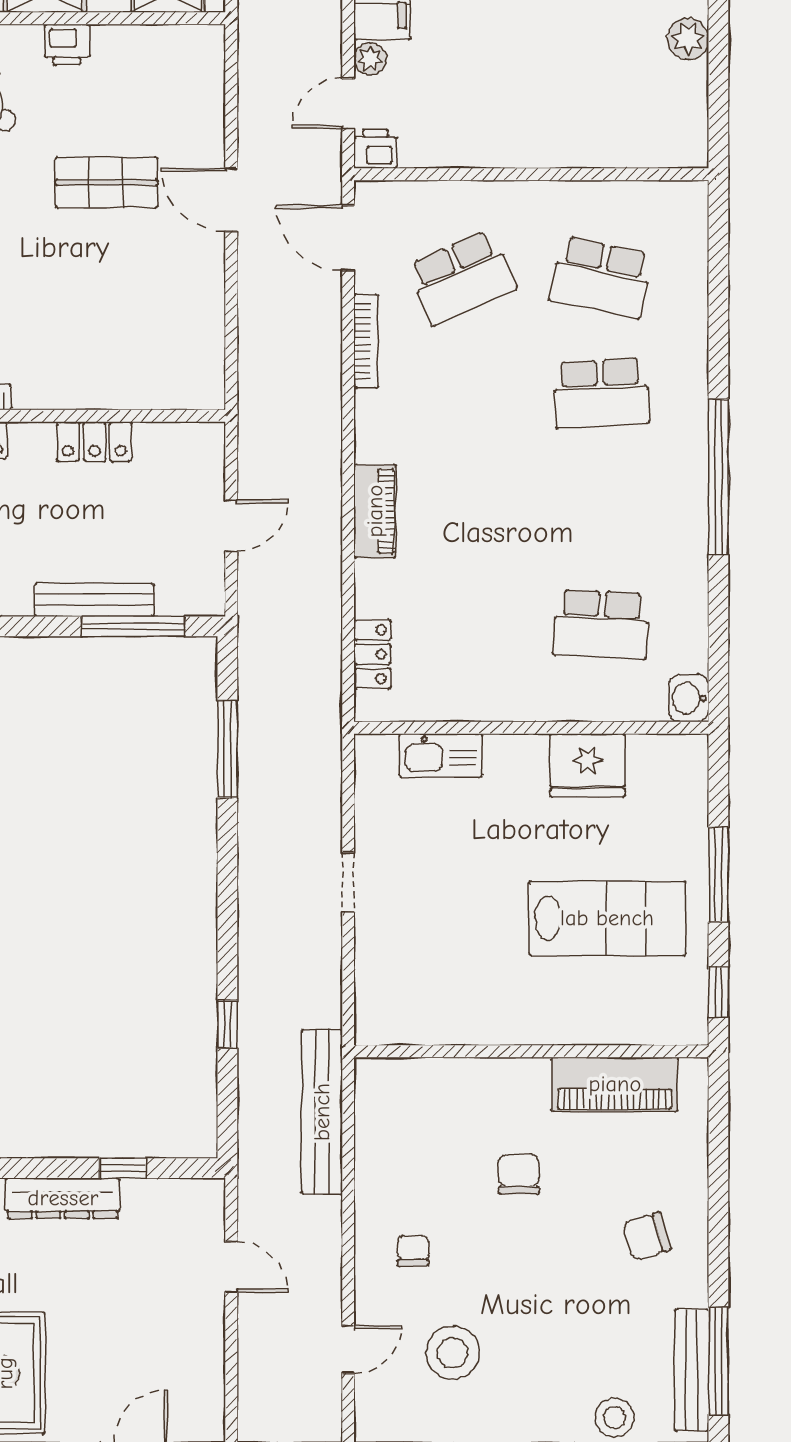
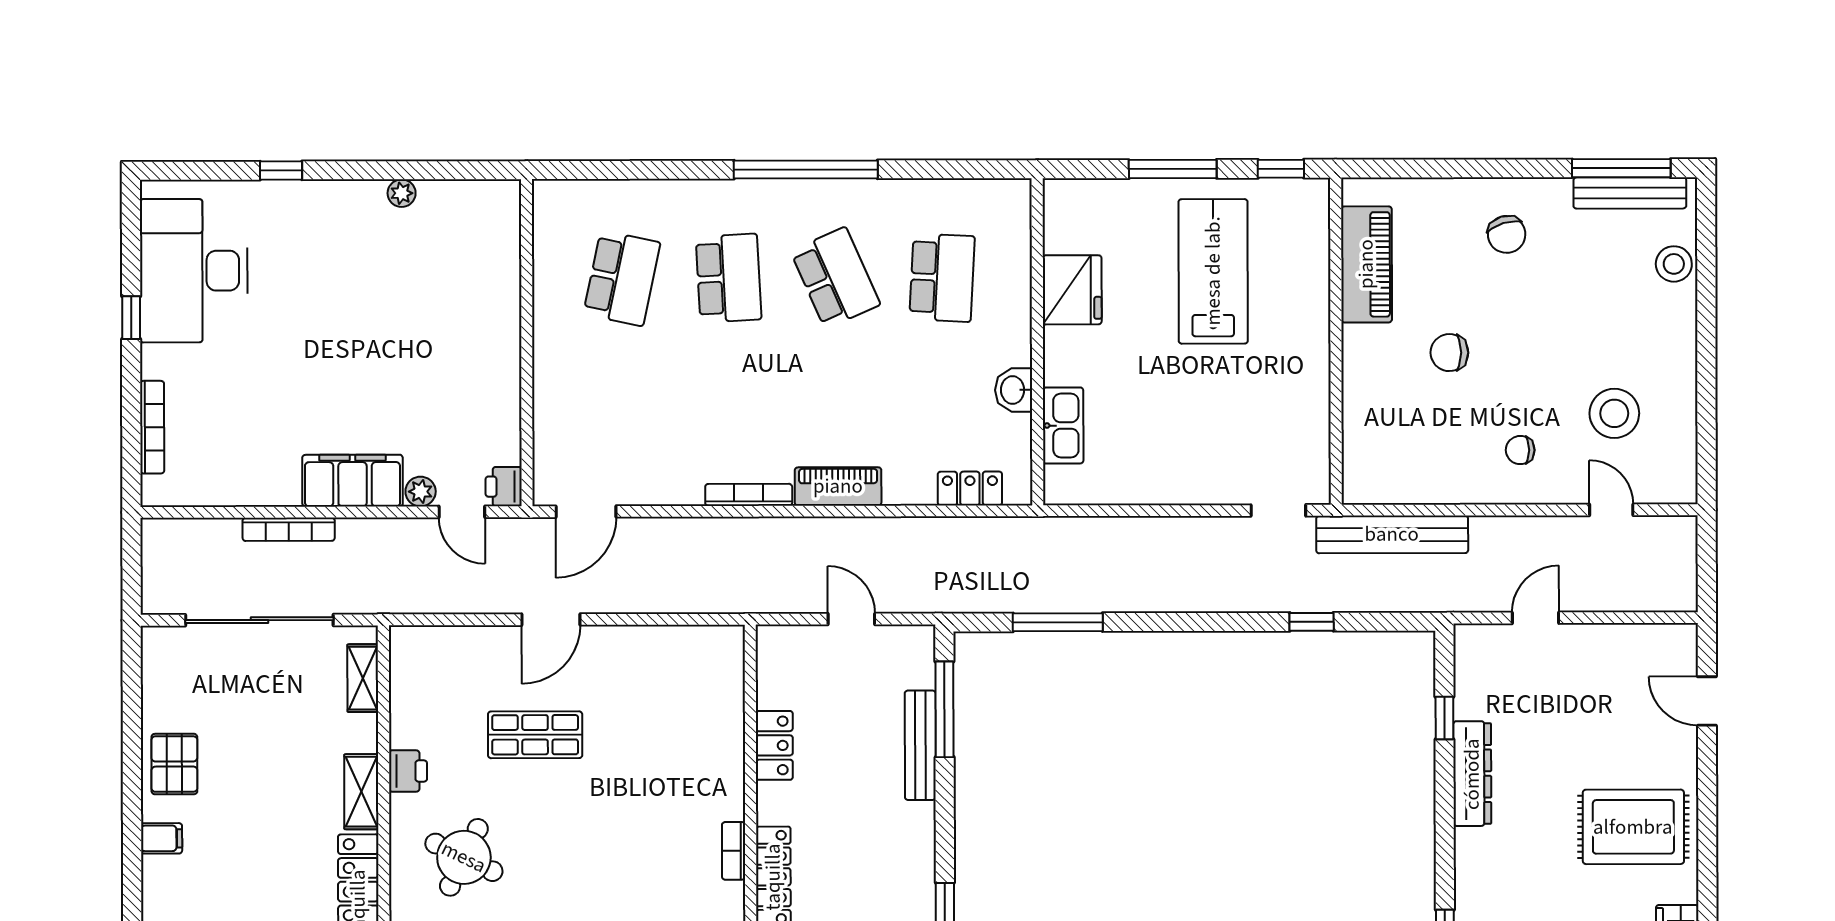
plant: (688, 39) -> (402, 193), width x0.73, depth x0.73
shop shelf: (106, 182) -> (535, 735), turned 90
school desk: (462, 277) -> (835, 278), moved
bookcase: (366, 341) -> (749, 495), moved
washbasin: (689, 698) -> (1014, 390), moved, turned 90
doorway: (348, 882) -> (1278, 510), moved

